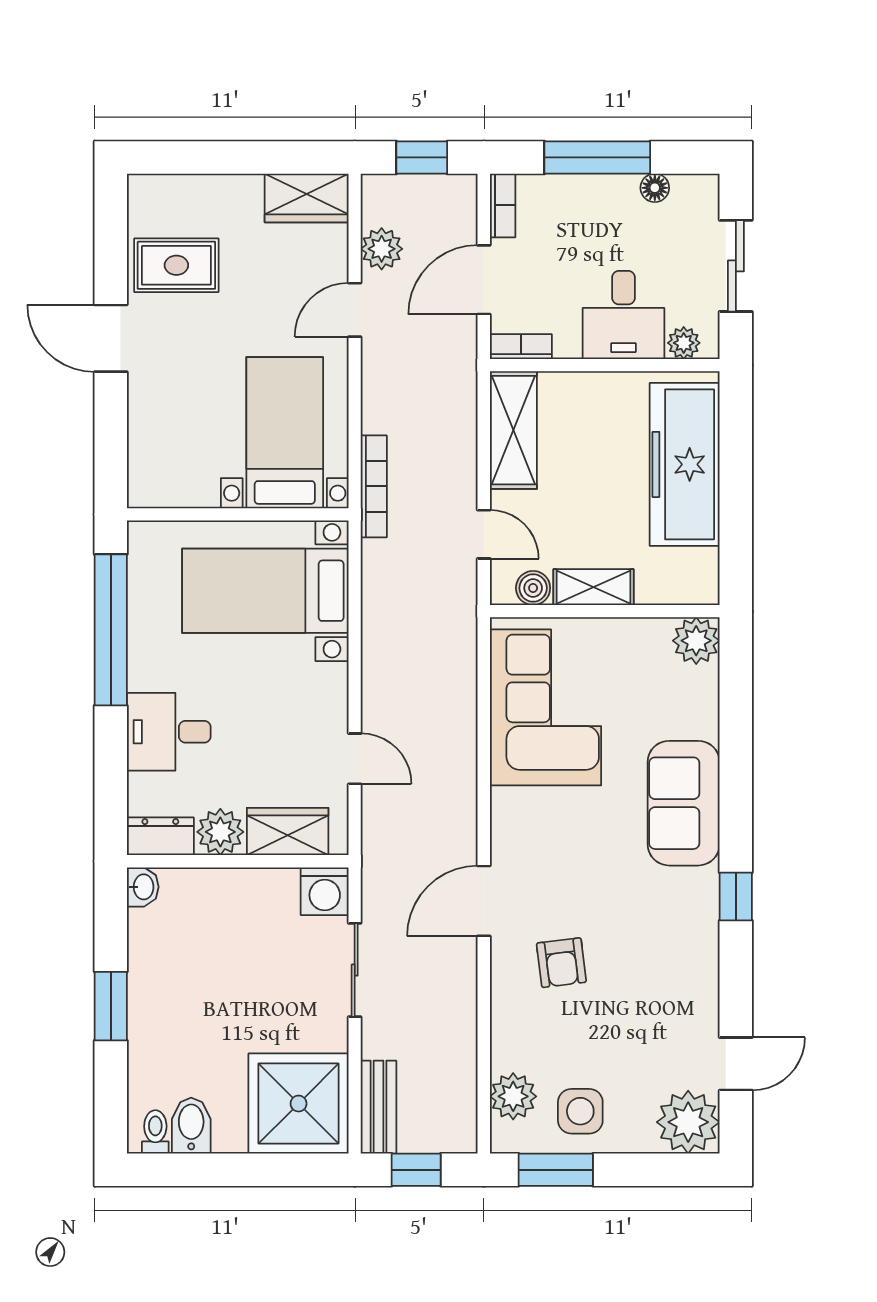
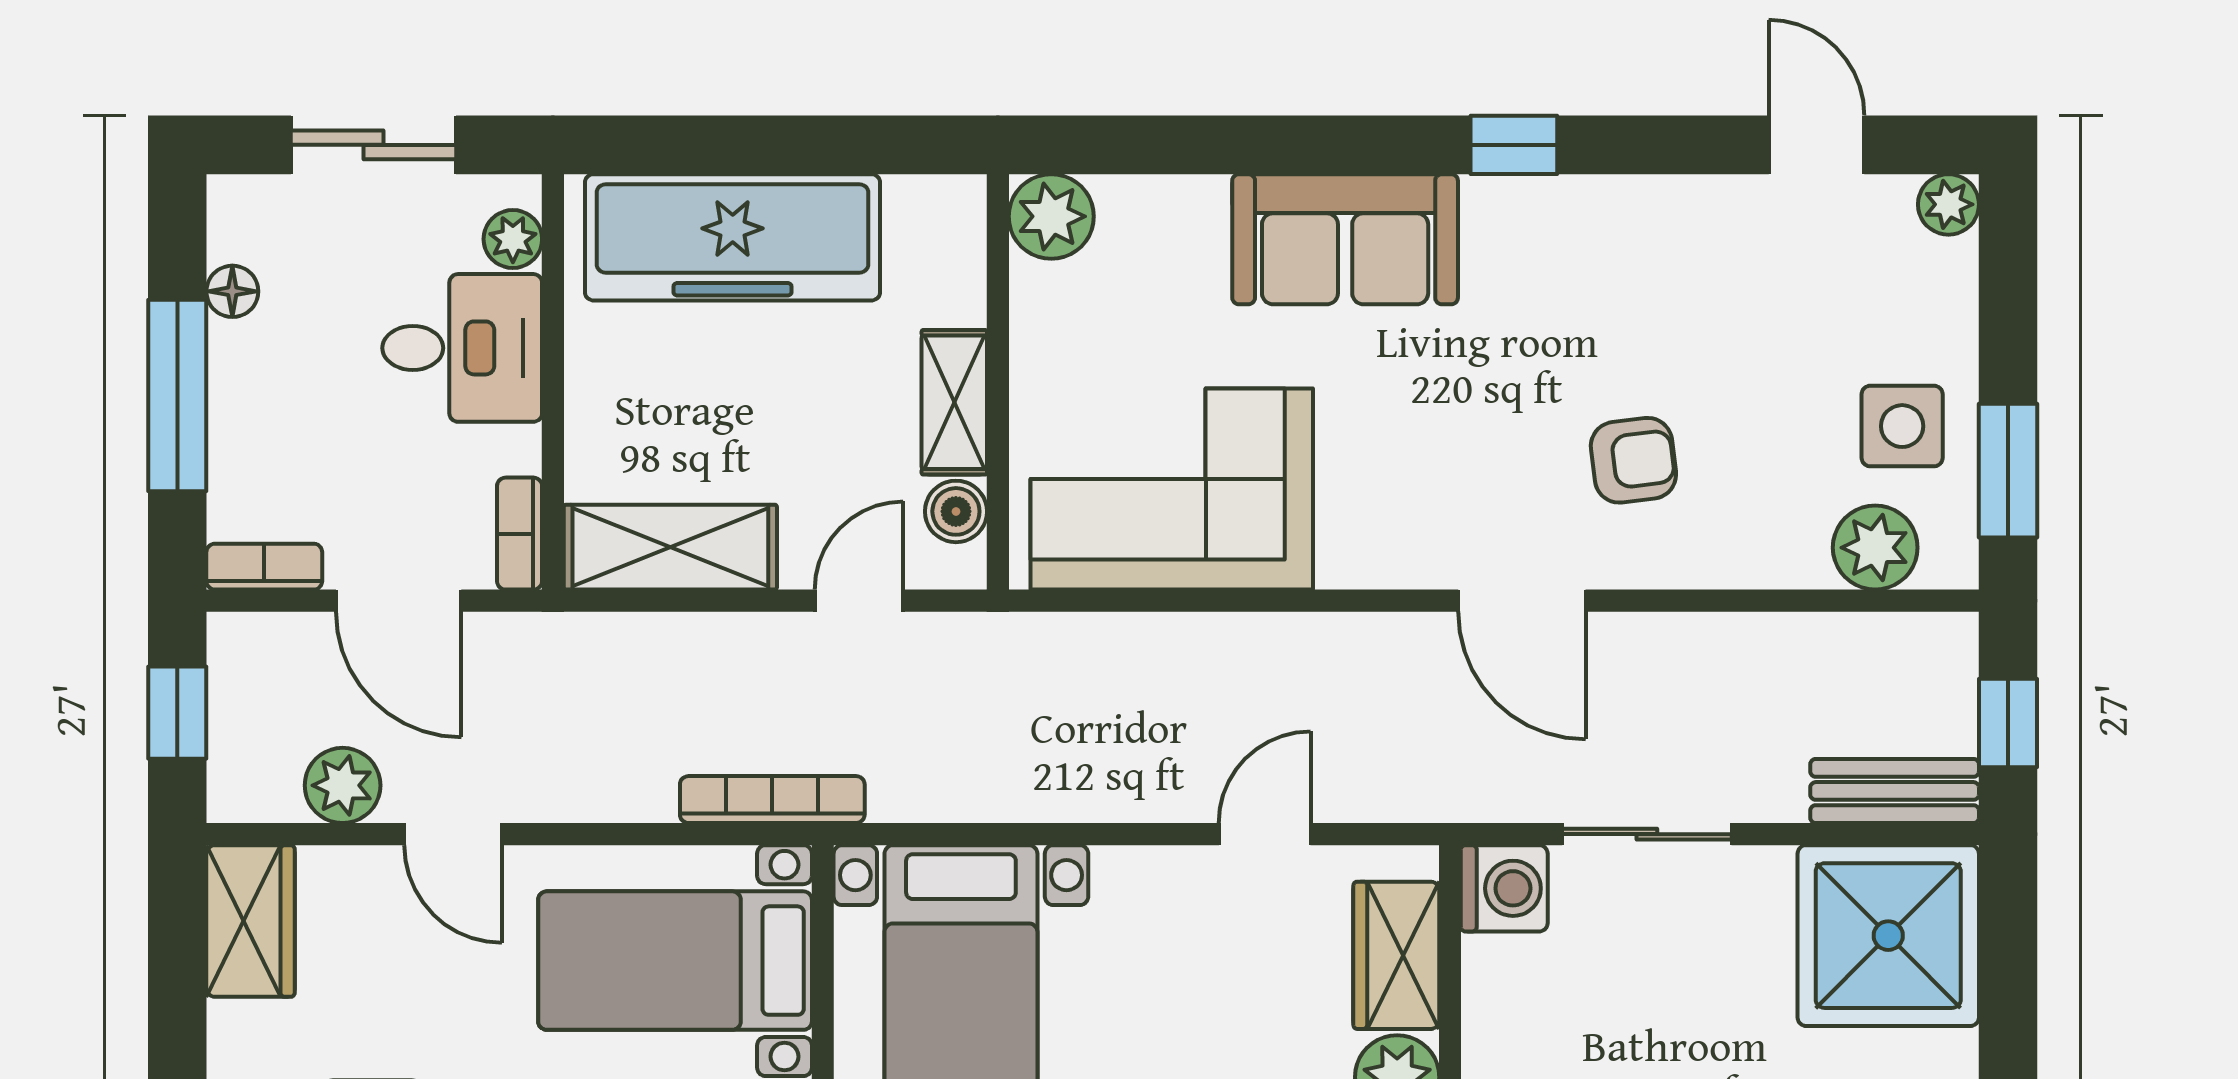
plant: (688, 1122) -> (1948, 204), width x0.53, depth x0.53

